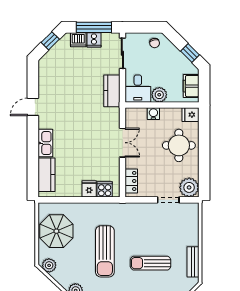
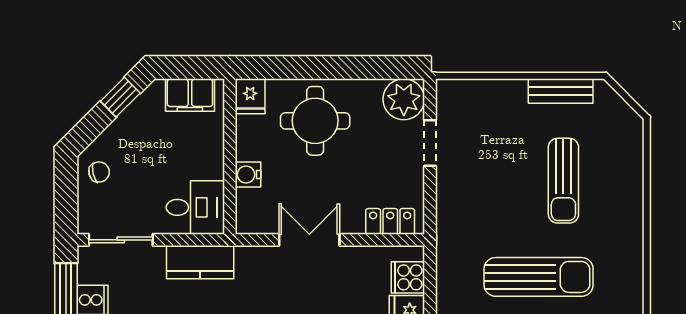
plant: (159, 95) -> (208, 162), removed

